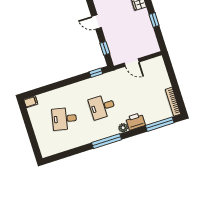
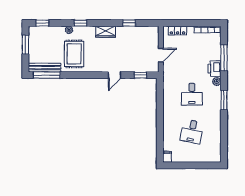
locker: (162, 71) -> (177, 31), added
window: (96, 73) -> (160, 90), removed
window: (160, 124) -> (224, 58), moved
window: (107, 141) -> (224, 100), width x0.69

